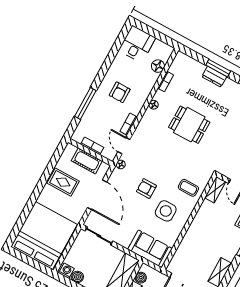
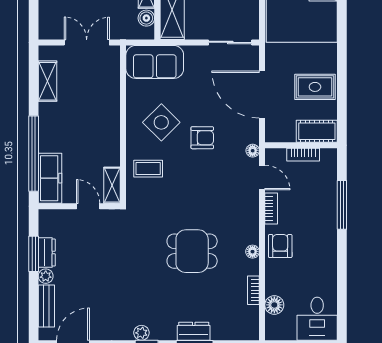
armchair: (120, 92) -> (280, 246), moved
cot: (87, 161) -> (317, 131), moved
side table: (166, 211) -> (161, 122), turned 45

